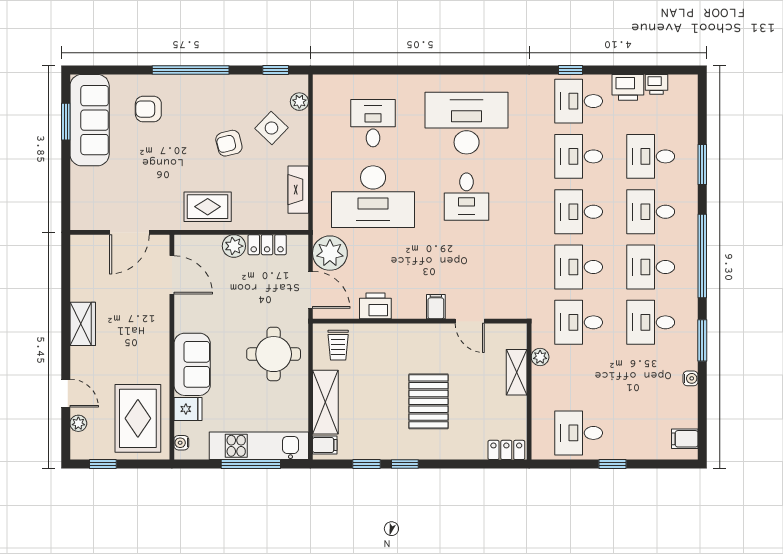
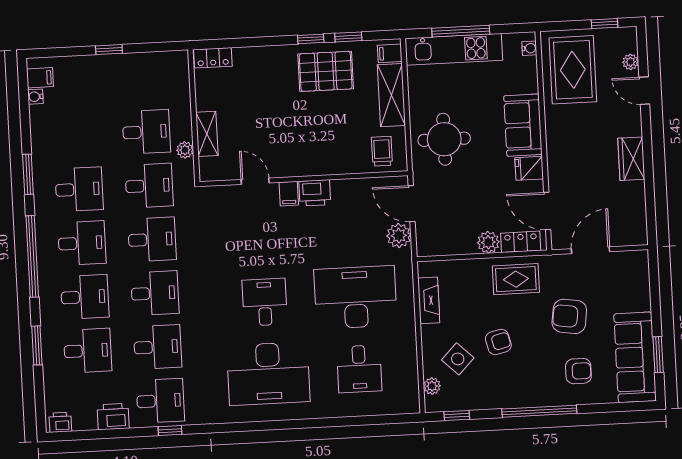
printer: (657, 84) -> (60, 422), moved
armchair: (155, 166) -> (569, 316), added
locker: (267, 245) -> (521, 242), moved
plant: (330, 253) -> (399, 236), width x0.73, depth x0.73
printer: (375, 306) -> (315, 193), moved
water cooler: (691, 378) -> (35, 97), moved
pallet: (428, 401) -> (326, 71), moved, turned 90
fridge: (188, 409) -> (529, 168), moved
desk: (579, 433) -> (146, 132), moved

